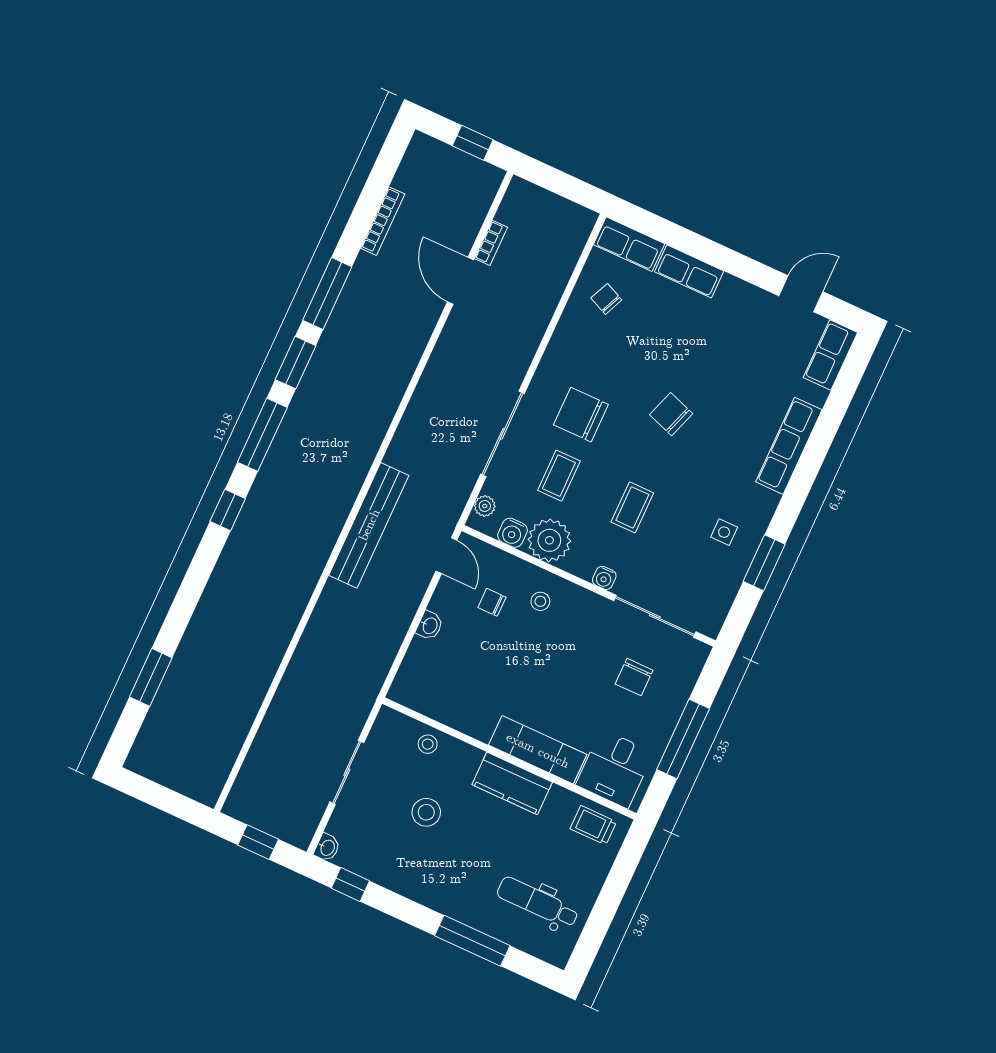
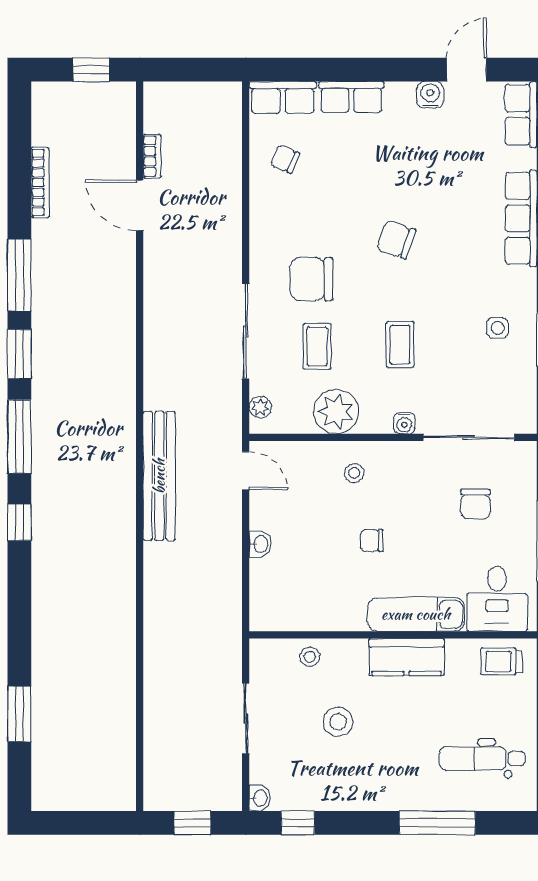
water cooler: (512, 533) -> (430, 95), moved, turned 180
chair: (492, 602) -> (372, 541), moved

